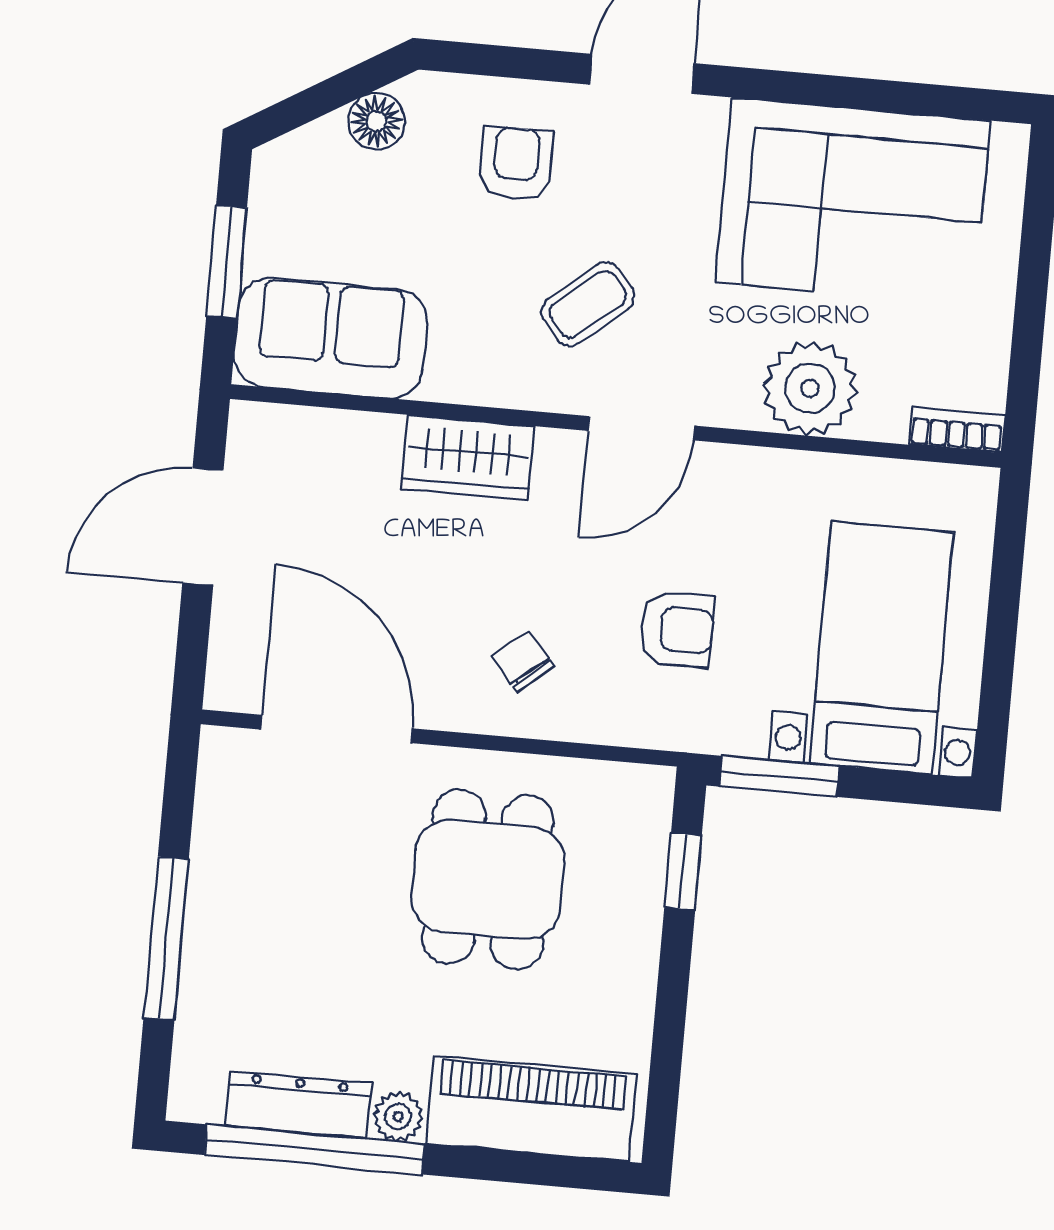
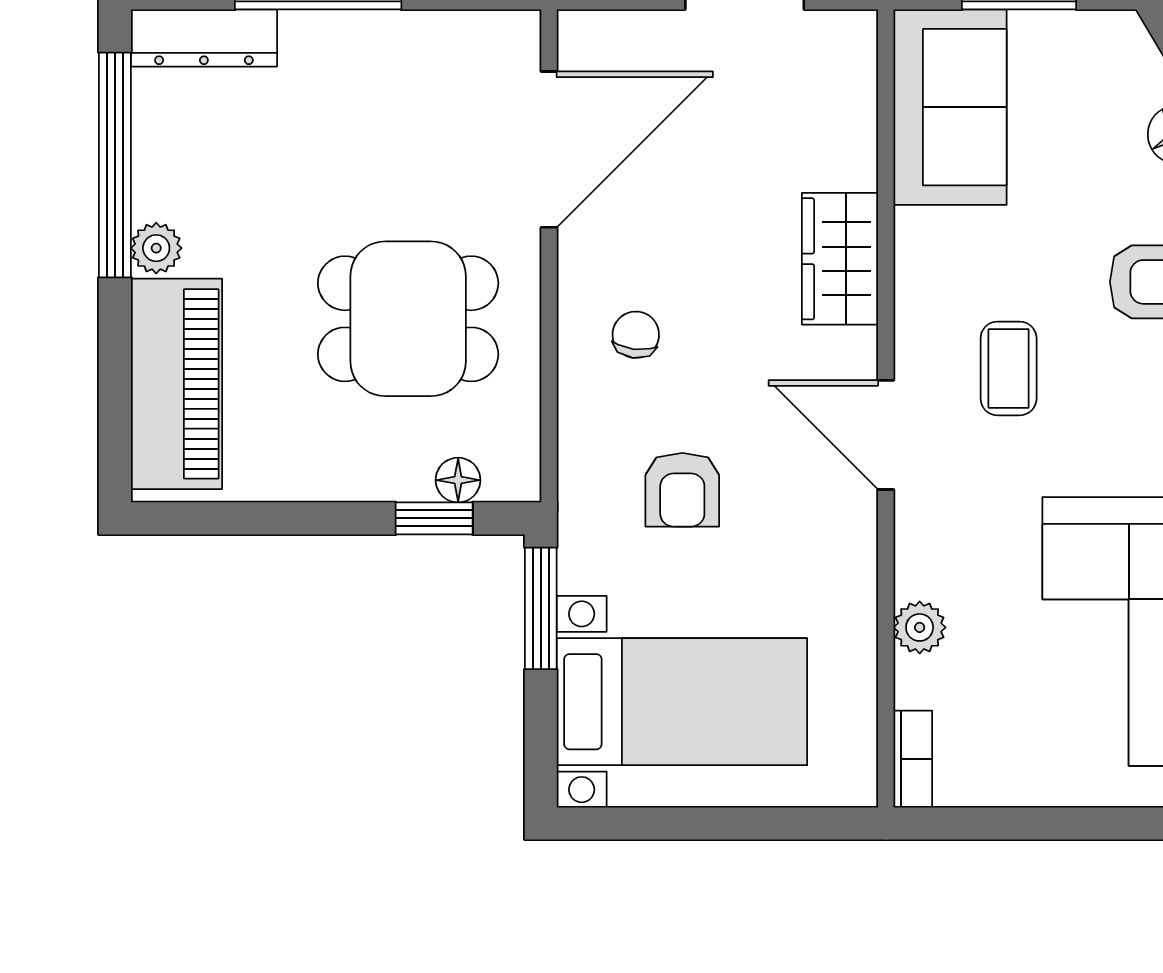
coffee table: (588, 304) -> (1009, 368), turned 40
plant: (810, 388) -> (920, 627), width x0.53, depth x0.53
chair: (523, 661) -> (636, 335), turned -43
floor lamp: (648, 845) -> (458, 480), added
dresser: (298, 1105) -> (204, 38), moved, turned 90

